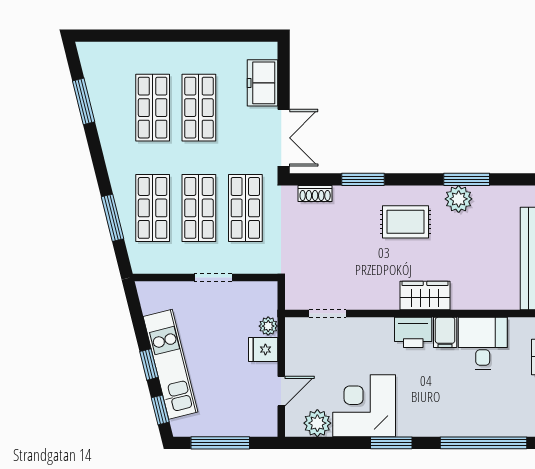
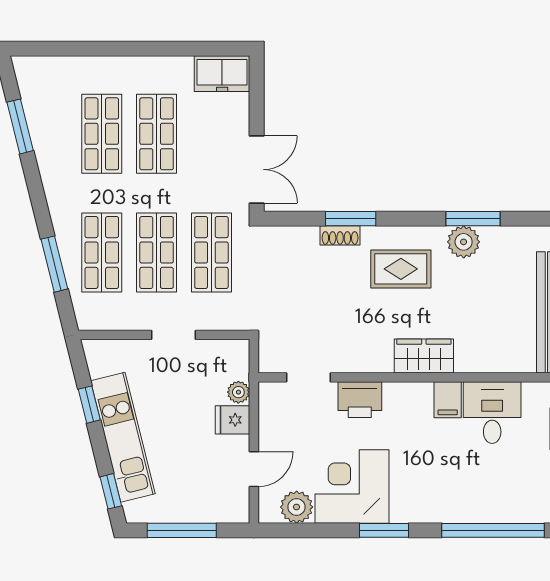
freezer: (262, 83) -> (222, 74), moved, turned -90
shoe rack: (315, 194) -> (340, 235), moved
printer: (413, 332) -> (360, 400), moved
window: (149, 364) -> (89, 405), moved

